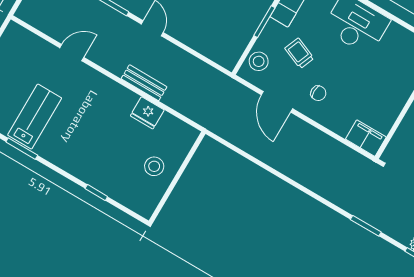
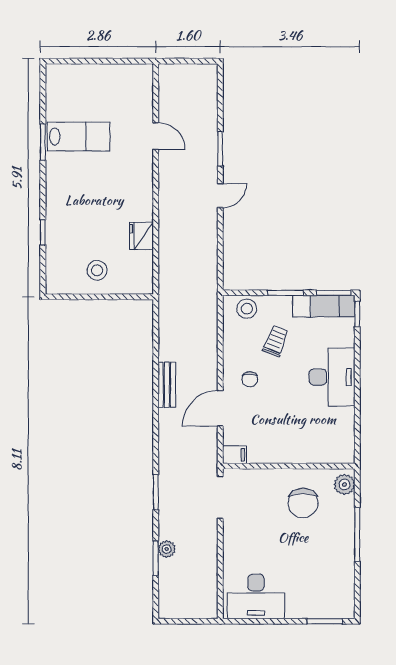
bench: (144, 83) -> (167, 385), moved
door: (277, 102) -> (220, 408), moved
filing cabinet: (366, 138) -> (235, 455), width x0.50

